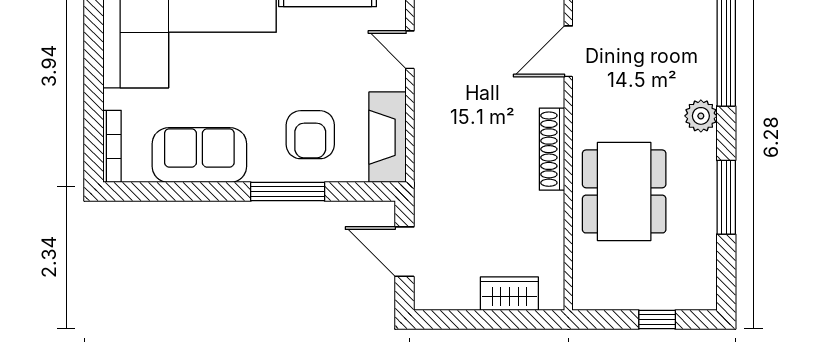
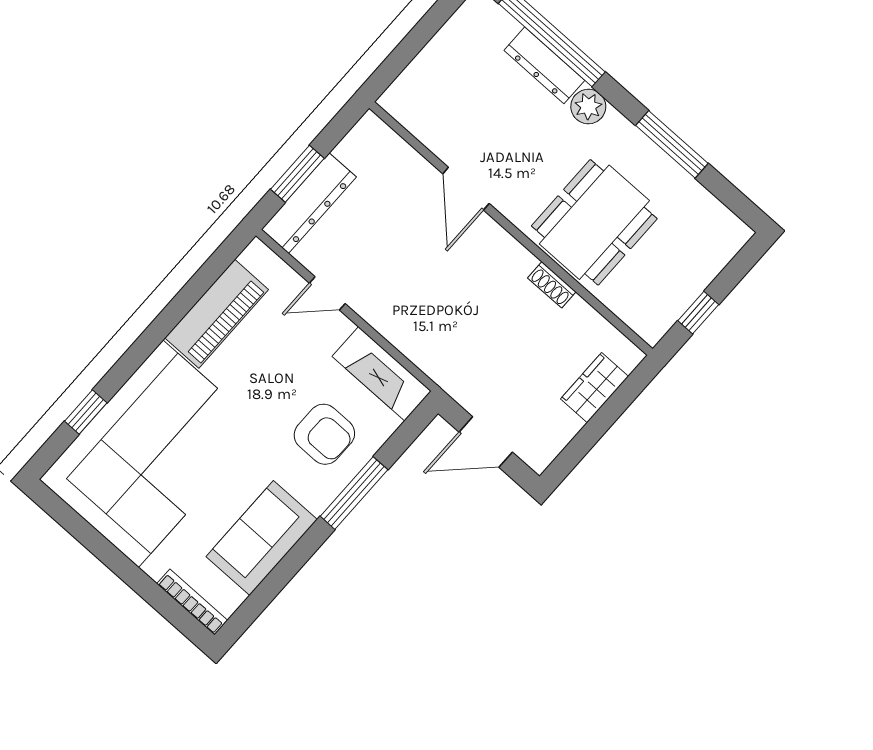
door: (568, 51) -> (466, 189), moved
dresser: (702, 60) -> (544, 65), added
shoe rack: (552, 149) -> (552, 285), moved, width x0.51, depth x0.81
dining table: (624, 191) -> (594, 222), turned 90
window: (657, 320) -> (698, 313), moved

